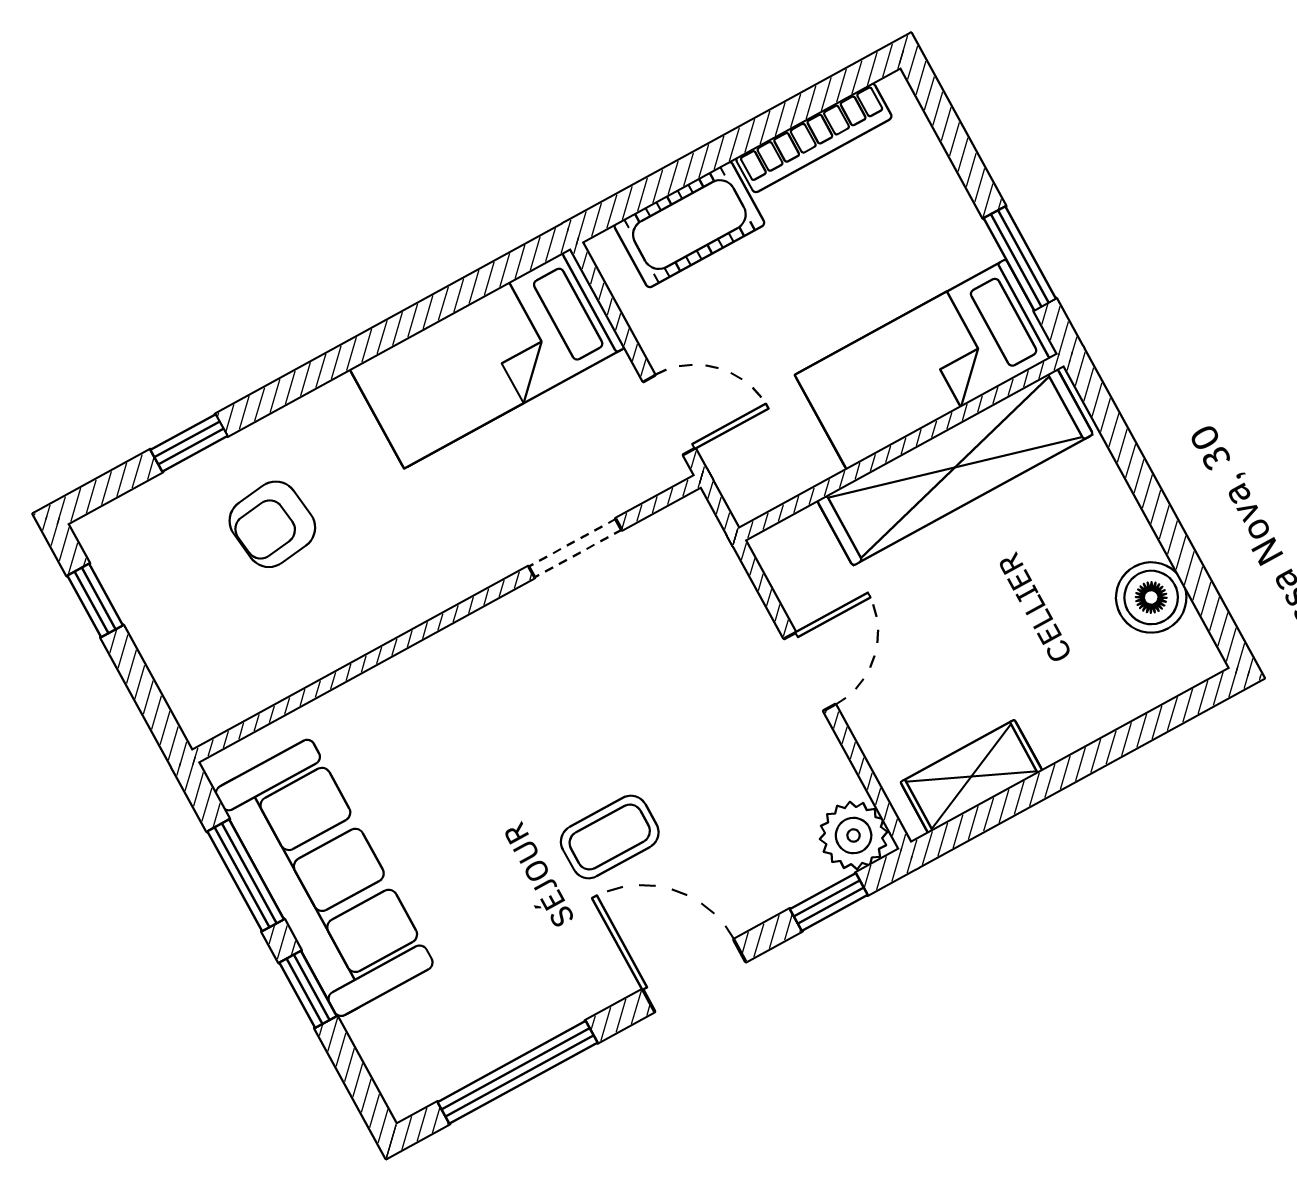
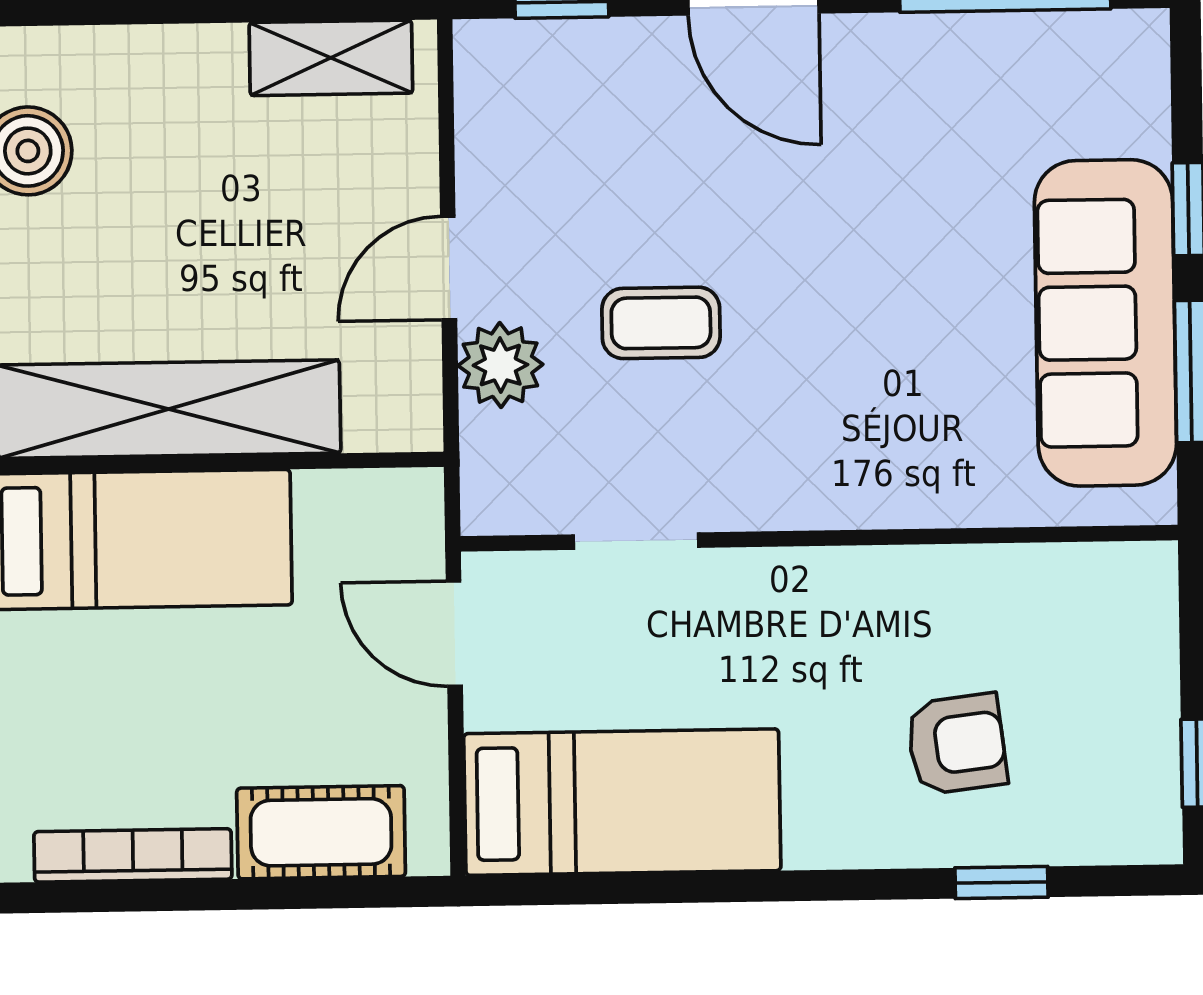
plant: (854, 836) -> (500, 365), moved
coffee table: (610, 837) -> (661, 323), moved

